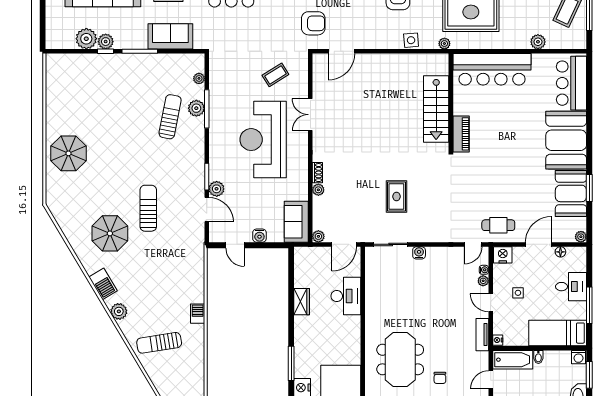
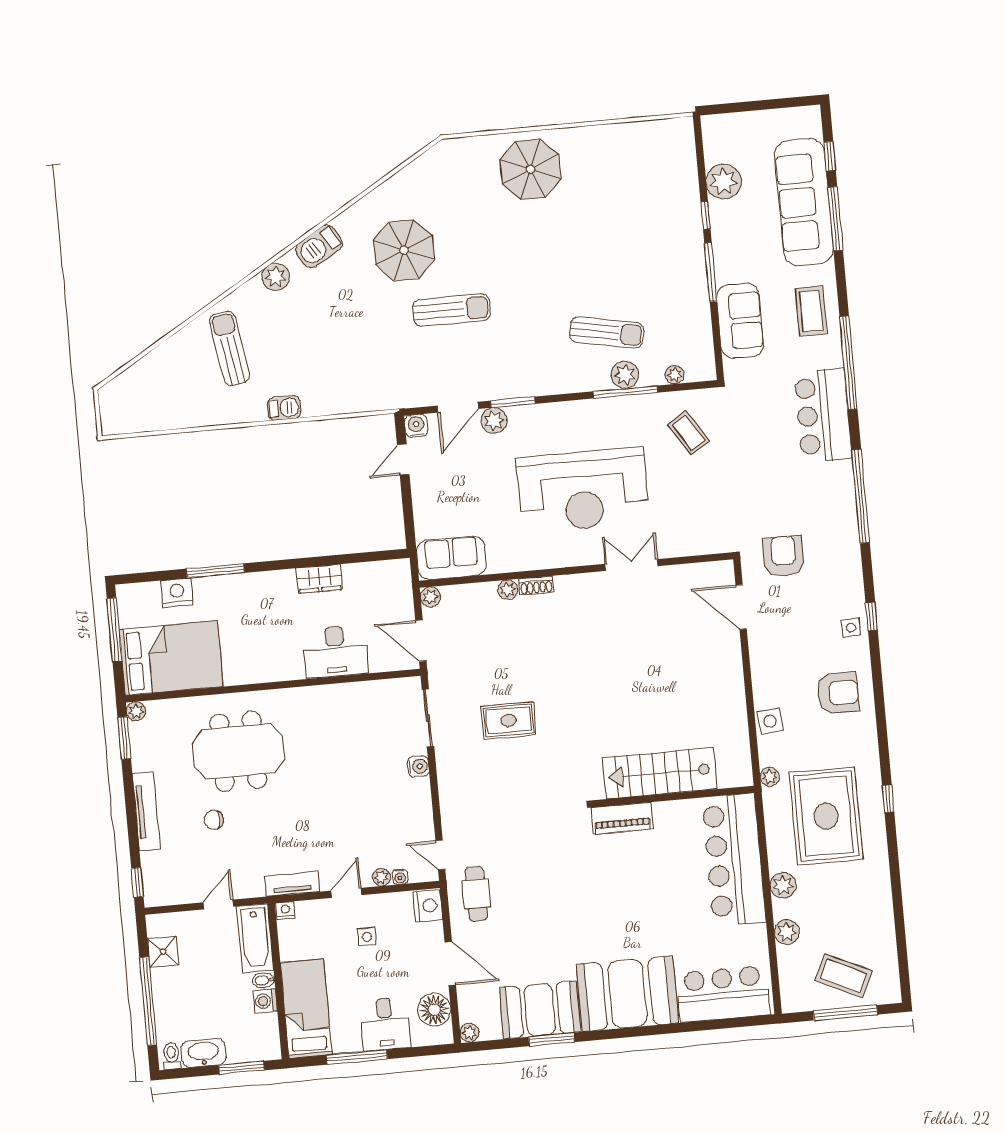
armchair: (313, 23) -> (783, 556), turned 180
plant: (106, 42) -> (783, 885), moved
coffee table: (275, 75) -> (689, 433), moved
reception desk: (263, 140) -> (583, 490), turned 180
water cooler: (259, 236) -> (416, 426), moved, turned 90
floor lamp: (560, 252) -> (434, 1010), width x1.89, depth x1.89
washing machine: (578, 357) -> (265, 1001), moved
door: (491, 380) -> (218, 905), hinge flipped

